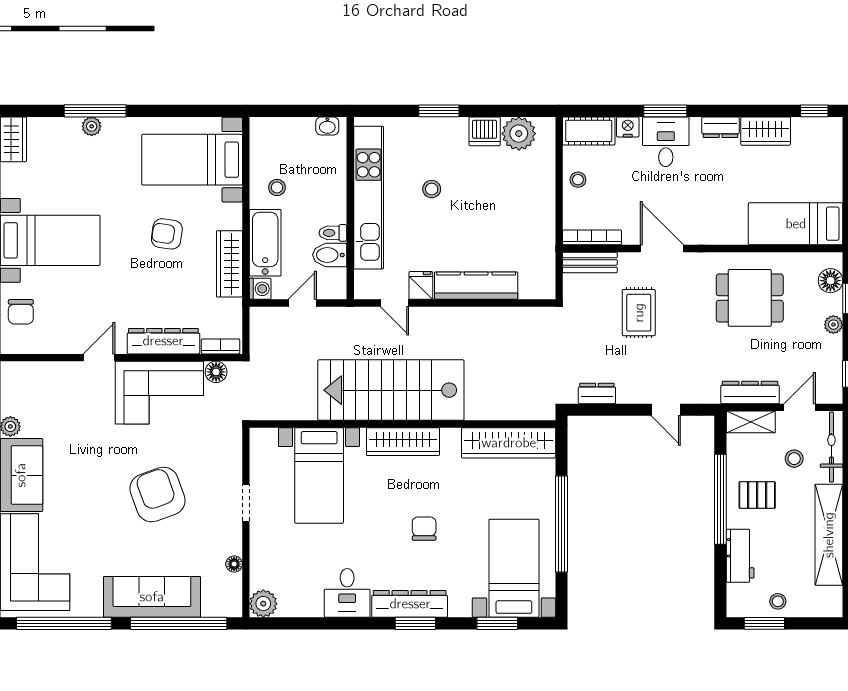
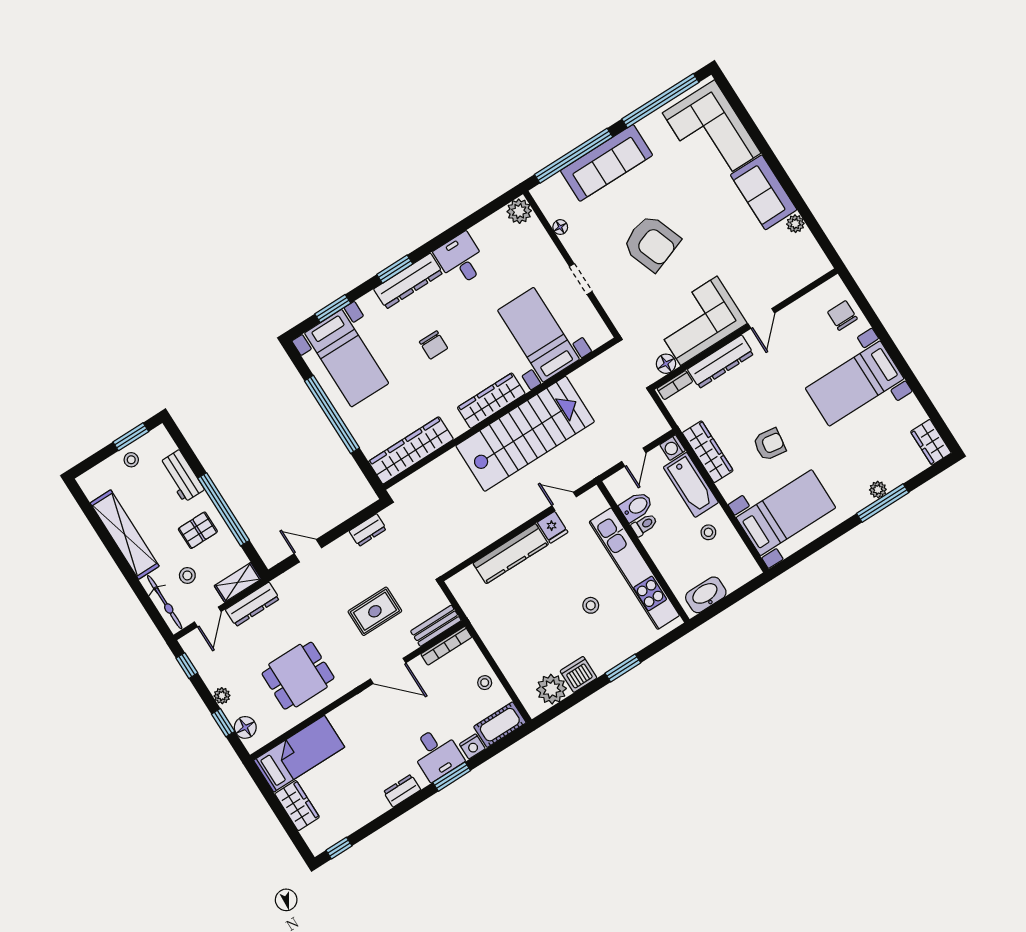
washbasin: (327, 126) -> (706, 595), width x1.91, depth x1.45
wardrobe: (766, 131) -> (297, 806), moved, turned 90
rug: (639, 313) -> (375, 611), turned 90

